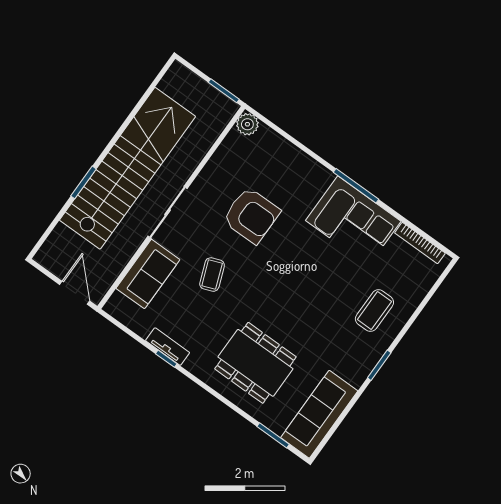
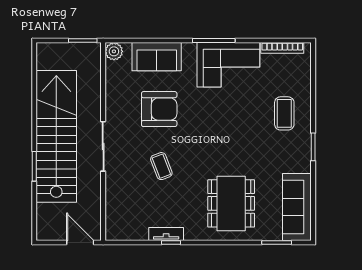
sofa: (148, 274) -> (157, 57), moved, turned 90
dining table: (255, 363) -> (231, 203), turned 90

